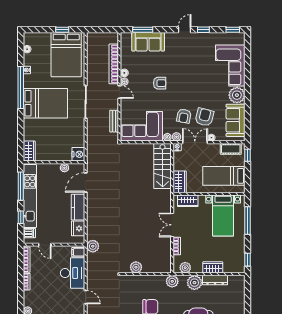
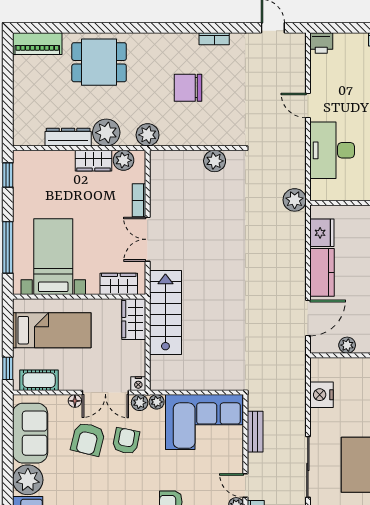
nightstand: (78, 154) -> (321, 395), moved
stairs: (163, 166) -> (165, 313), moved
double door: (172, 225) -> (148, 239), swing flipped
filing cabinet: (78, 252) -> (322, 189), removed
wardrobe: (213, 267) -> (94, 161), moved

